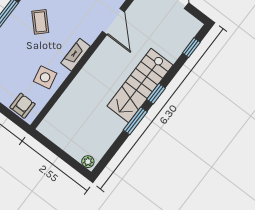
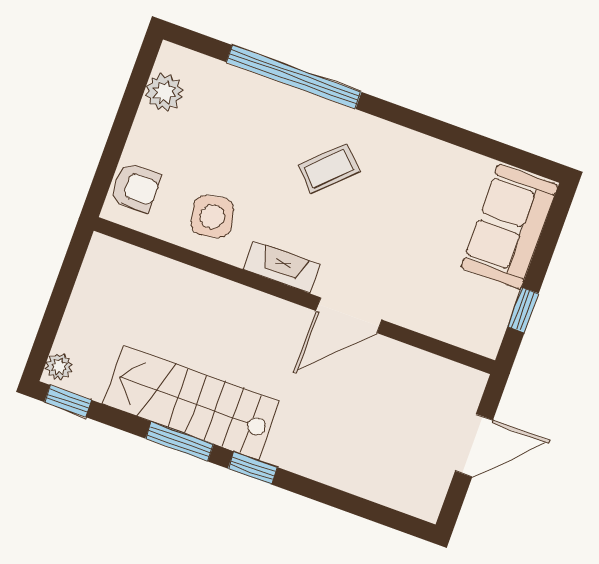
door: (113, 22) -> (349, 315), moved
window: (191, 48) -> (68, 401), moved
stairs: (140, 86) -> (191, 403), moved

